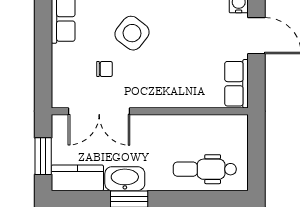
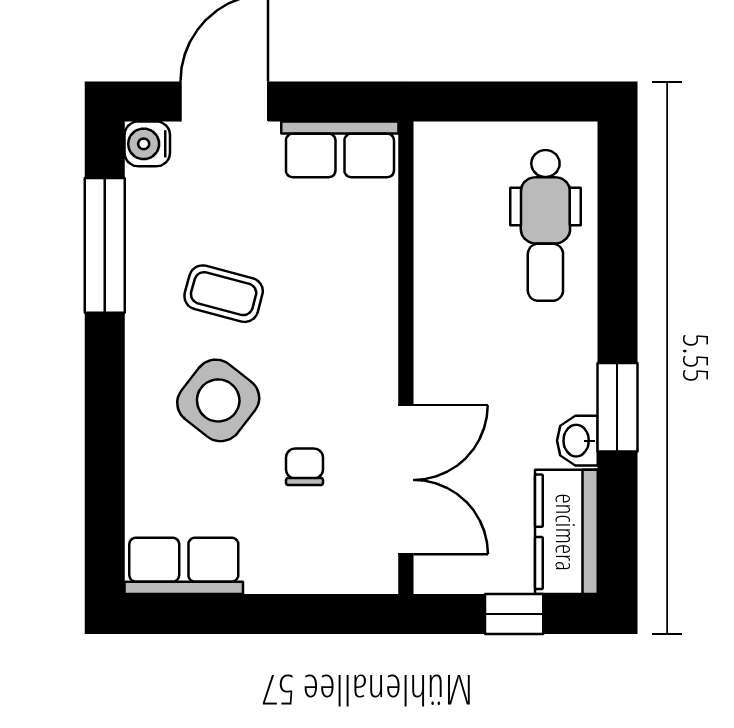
coffee table: (176, 35) -> (224, 294), added
window: (43, 156) -> (514, 614), width x0.67
washbasin: (125, 179) -> (577, 441), width x0.52, depth x0.69

